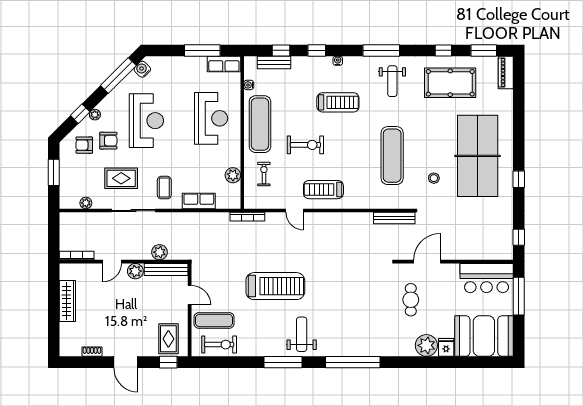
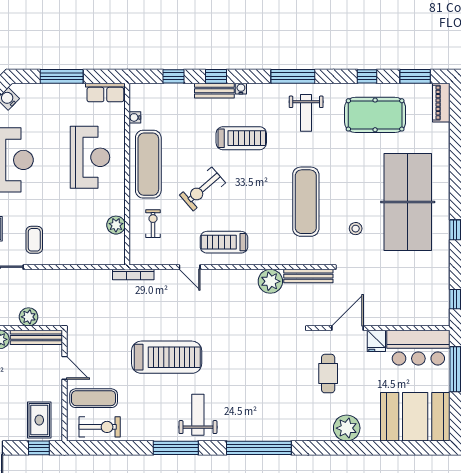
window: (202, 50) -> (62, 76), moved
bench: (274, 62) -> (214, 91), moved
exercise bike: (305, 145) -> (202, 189), turned 139
row of seats: (199, 201) -> (75, 256), removed
plant: (362, 222) -> (270, 281), added
fridge: (446, 347) -> (376, 341), moved, turned 180

